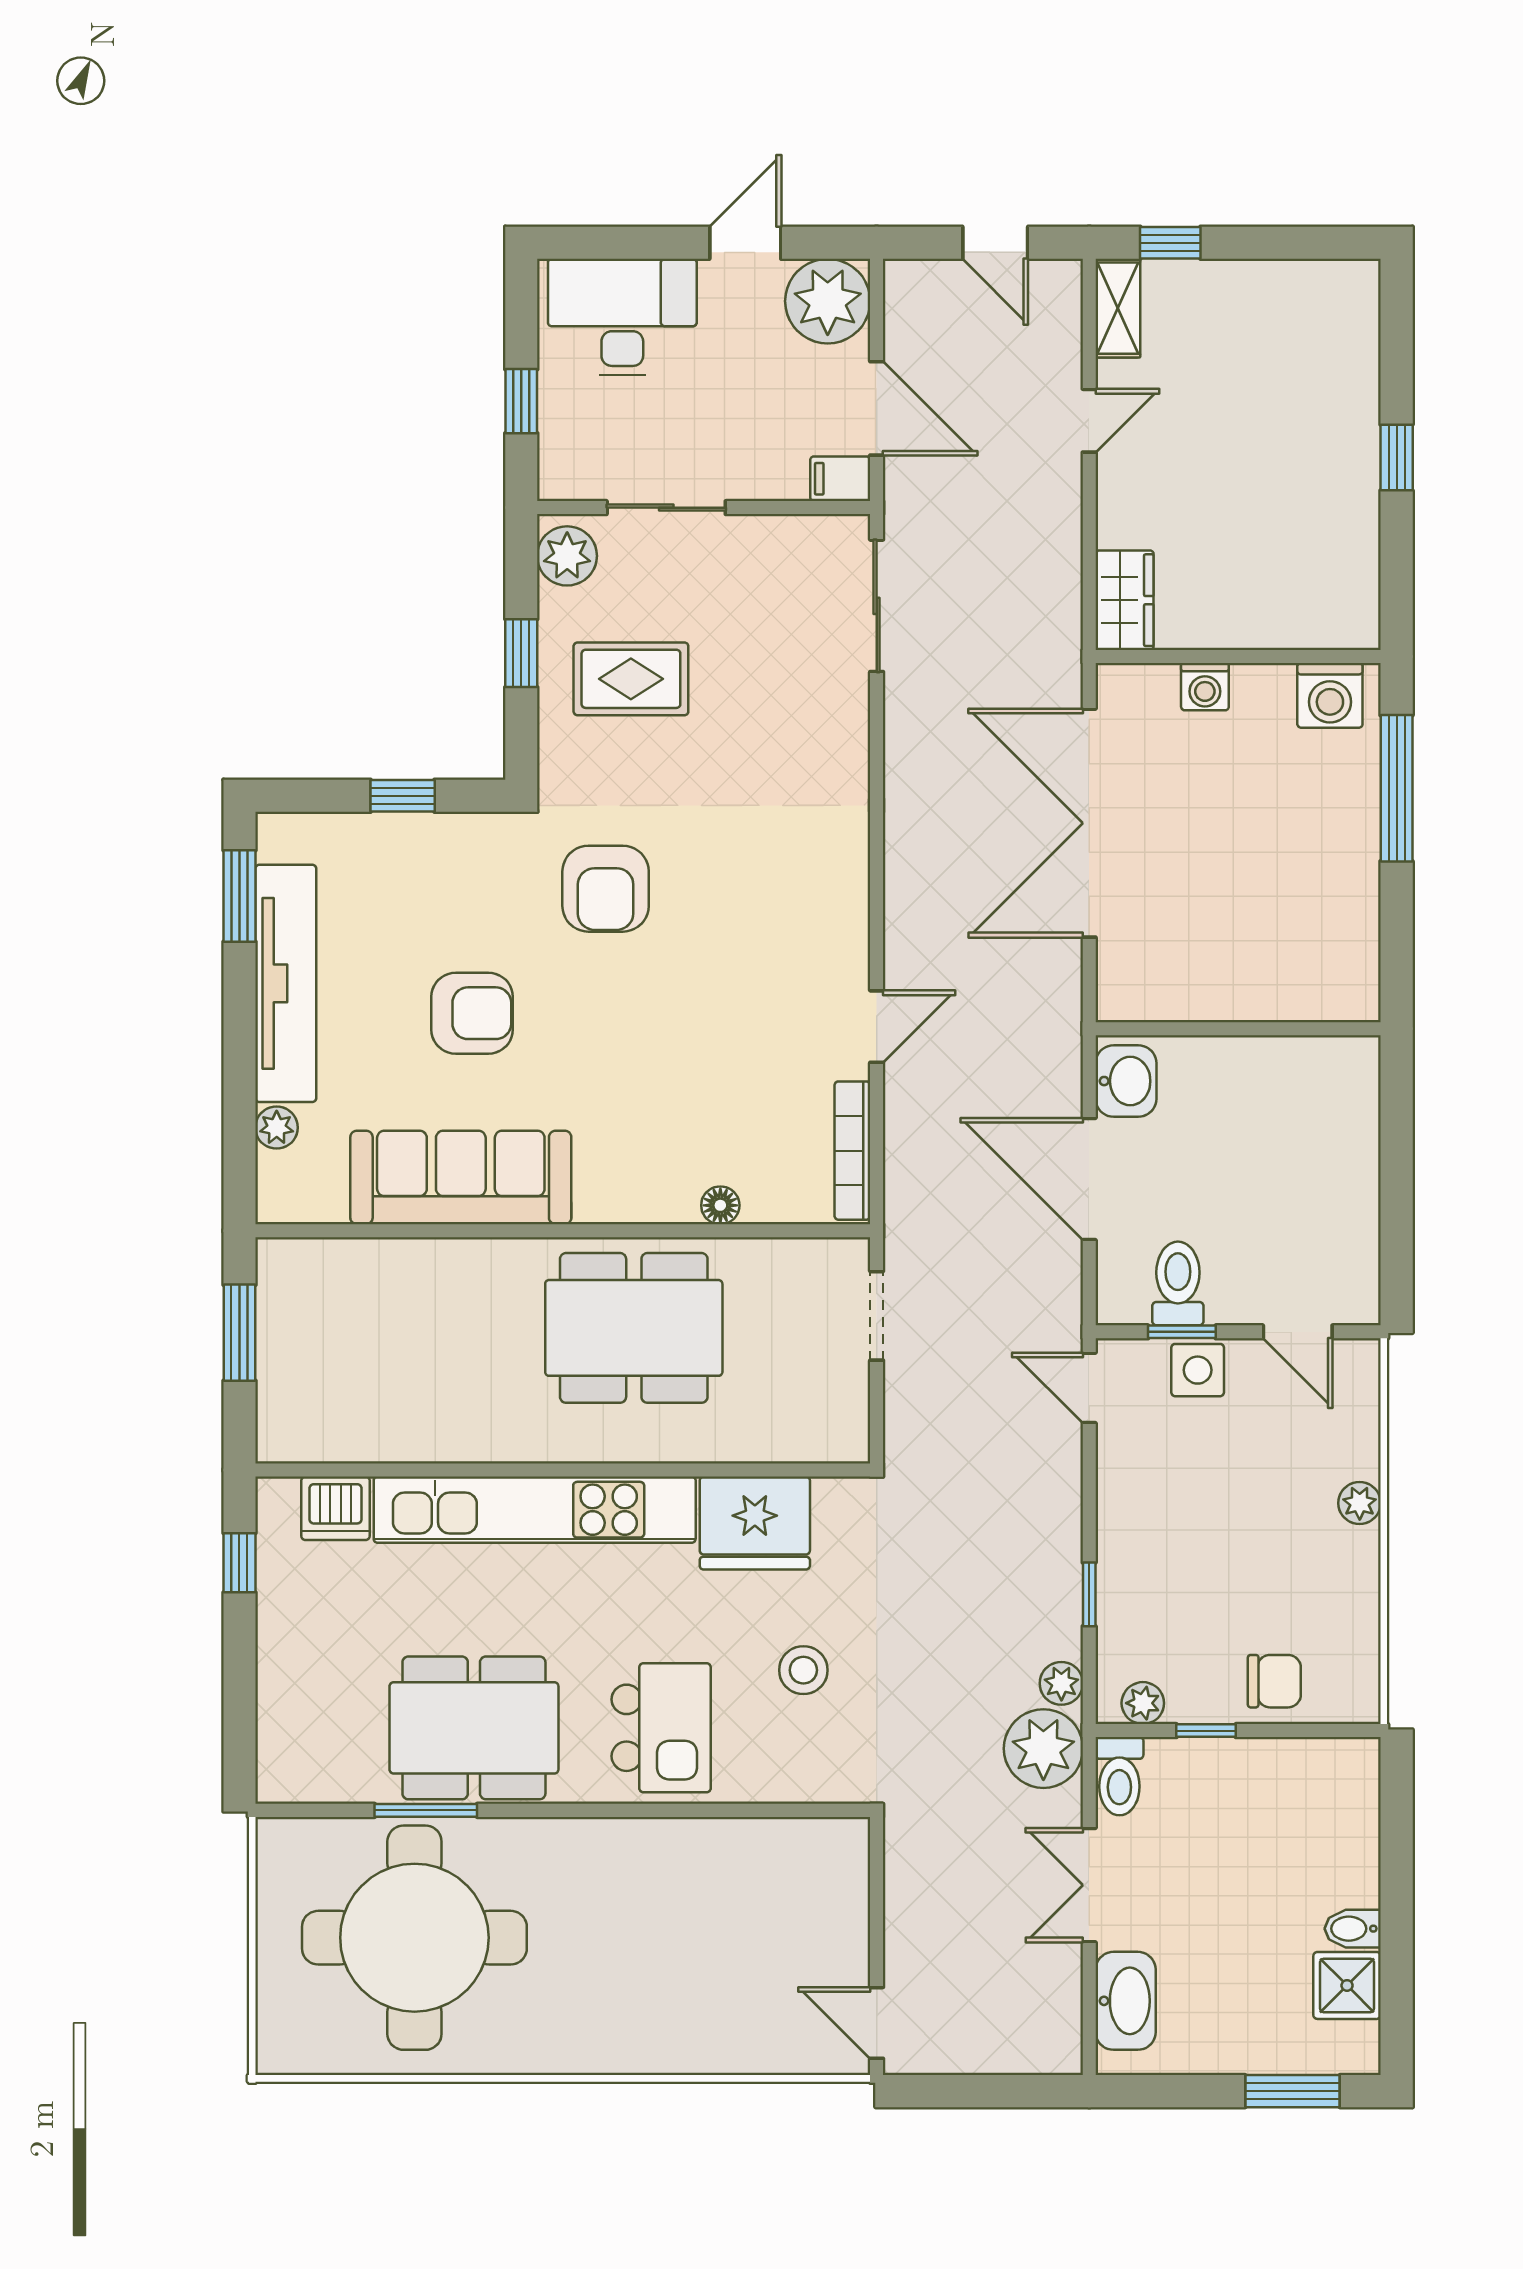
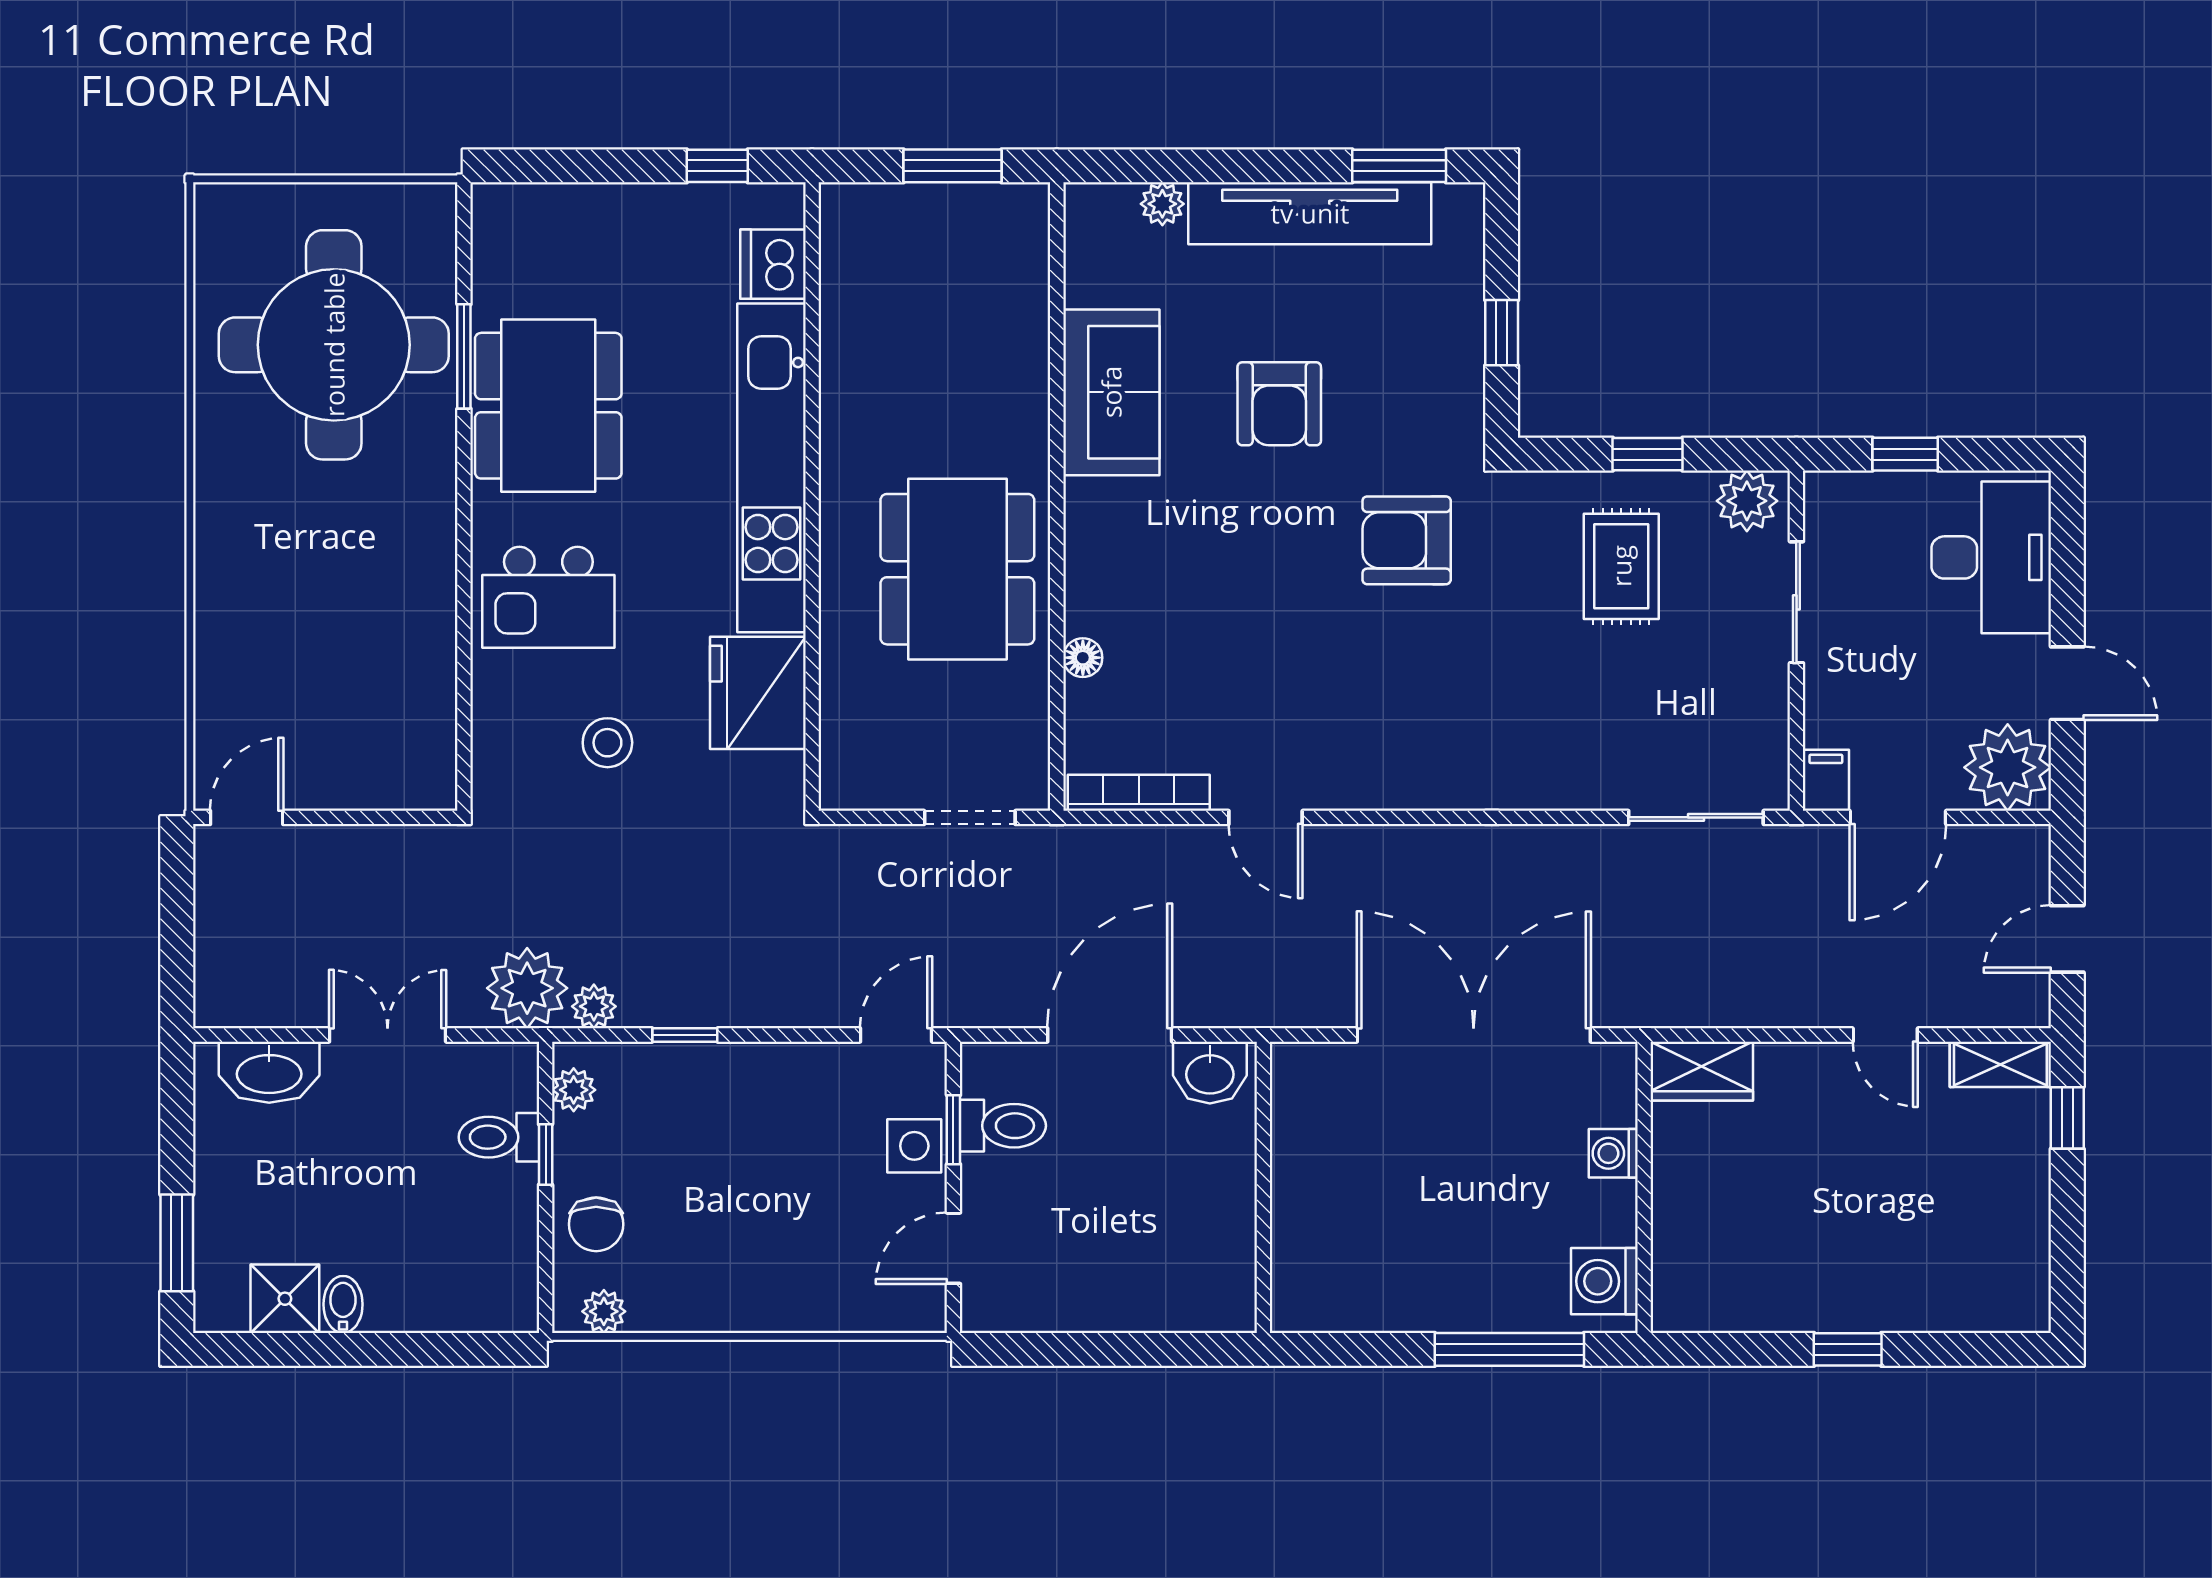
sofa: (461, 1177) -> (1111, 392), width x0.73
plant: (1360, 1503) -> (604, 1311), moved
toilet: (1119, 1776) -> (499, 1137), moved

